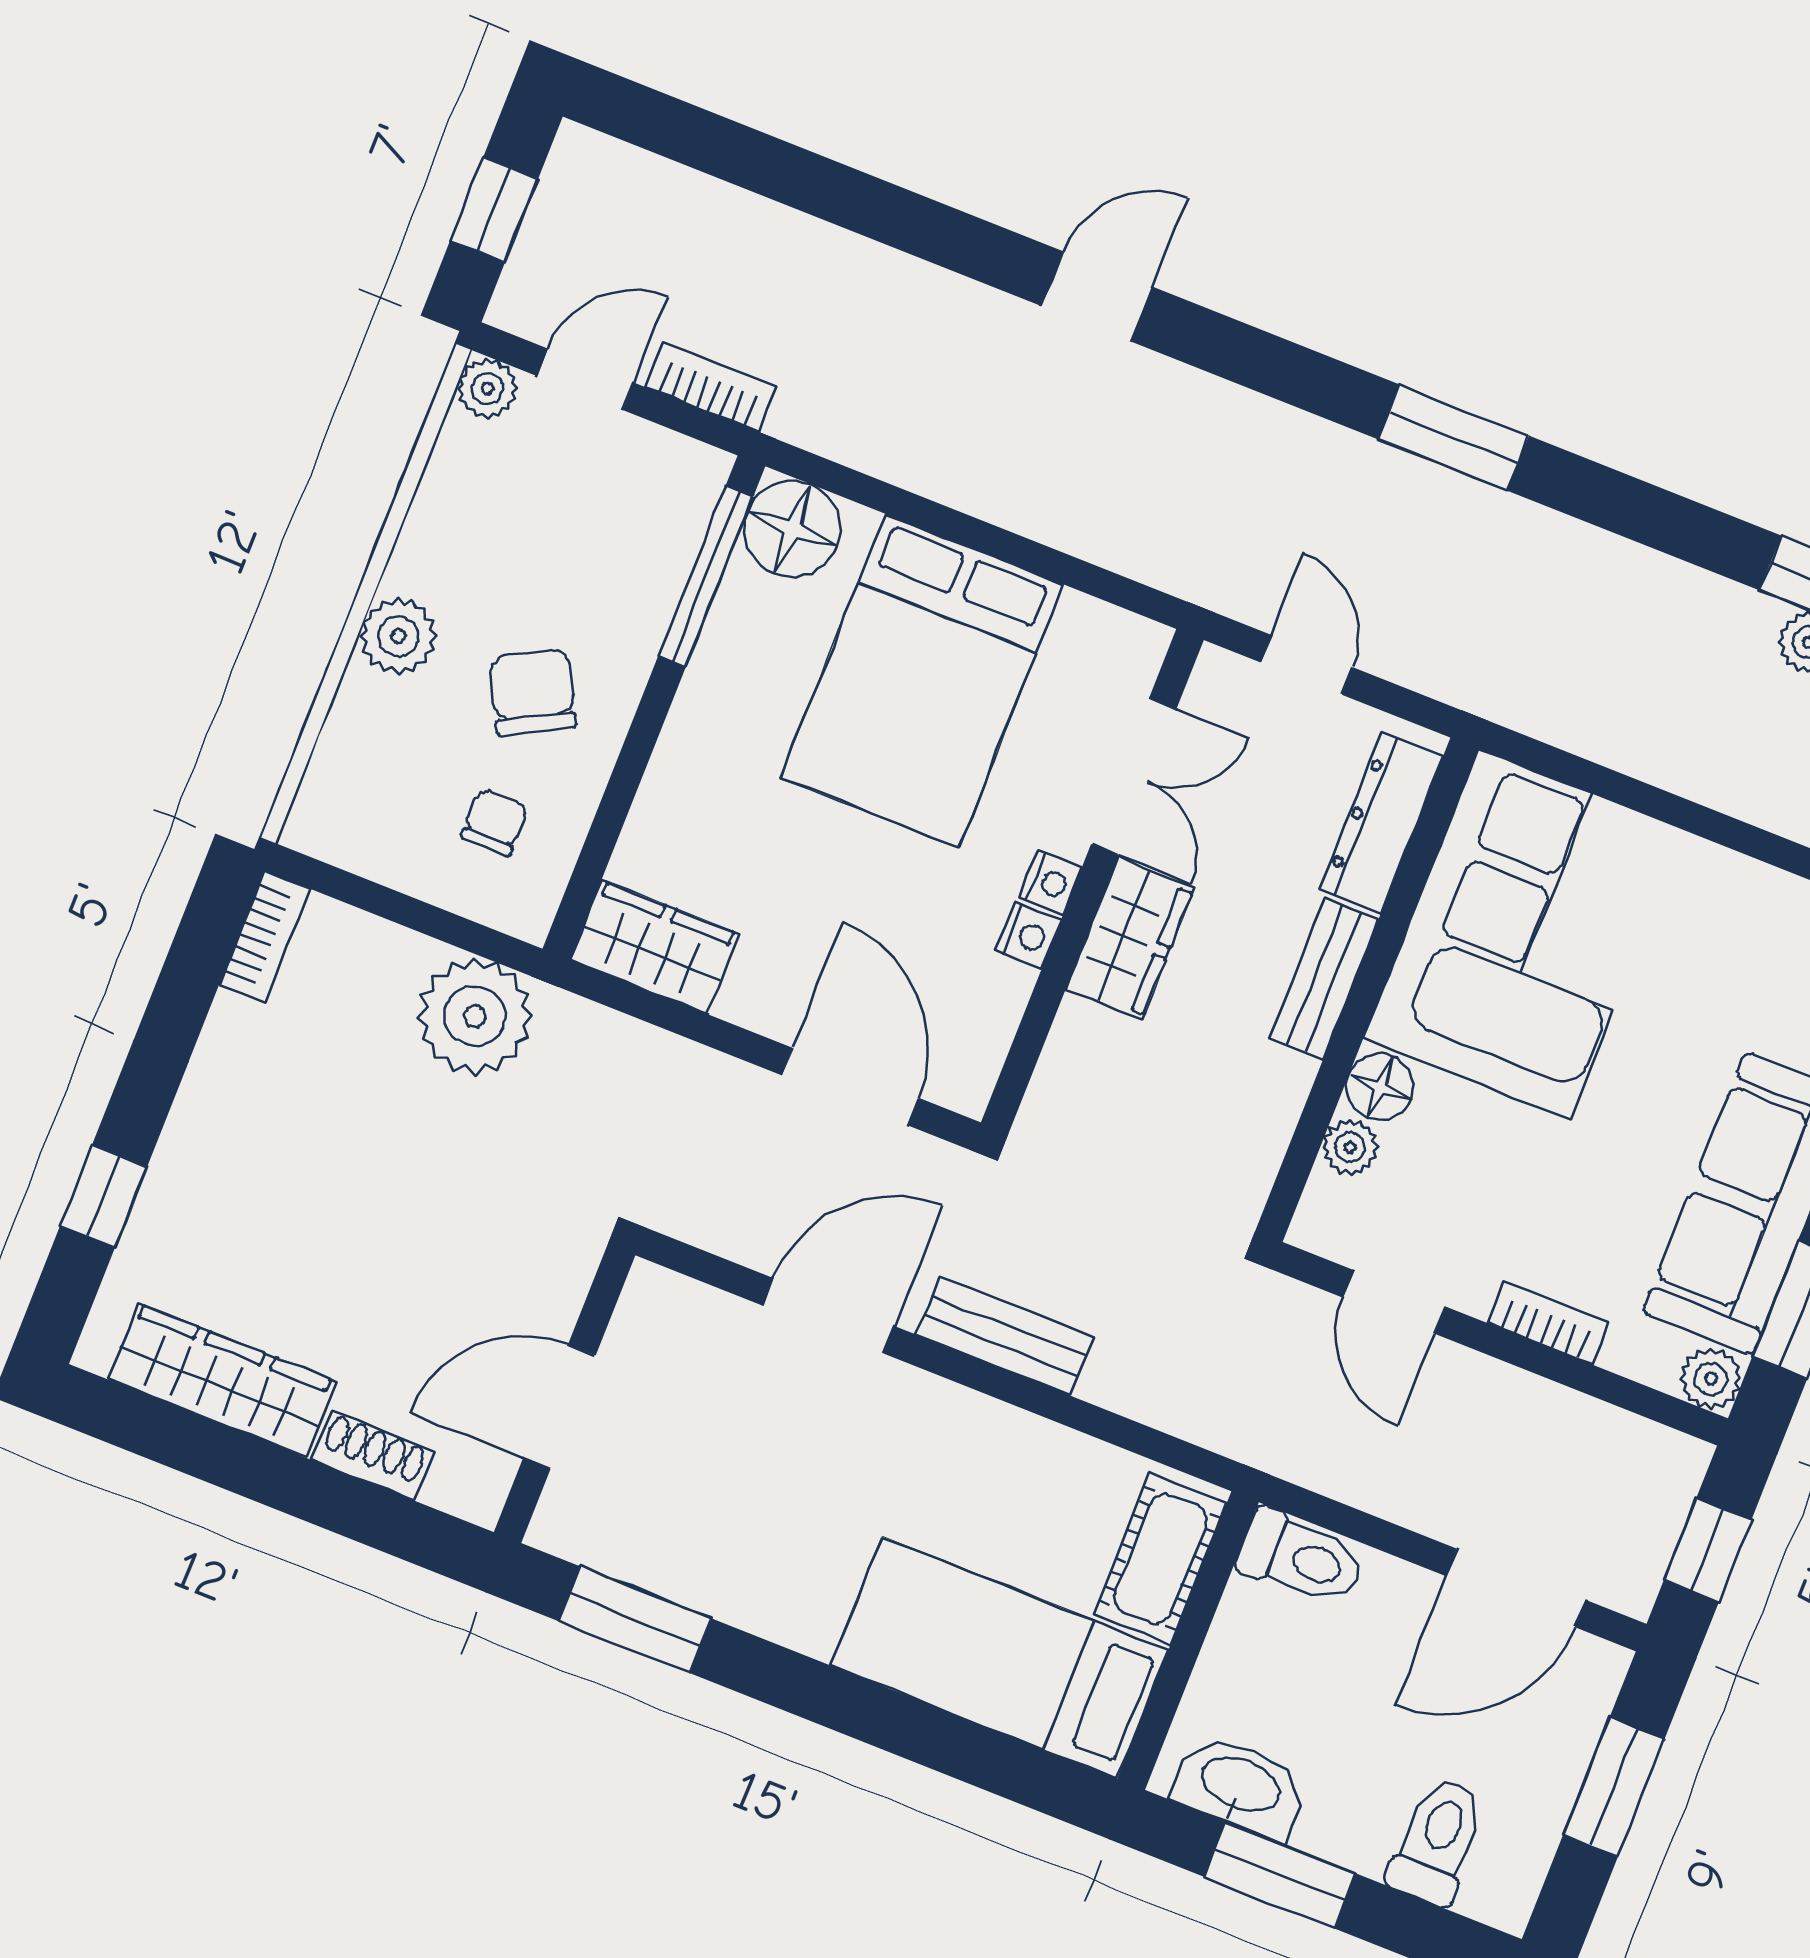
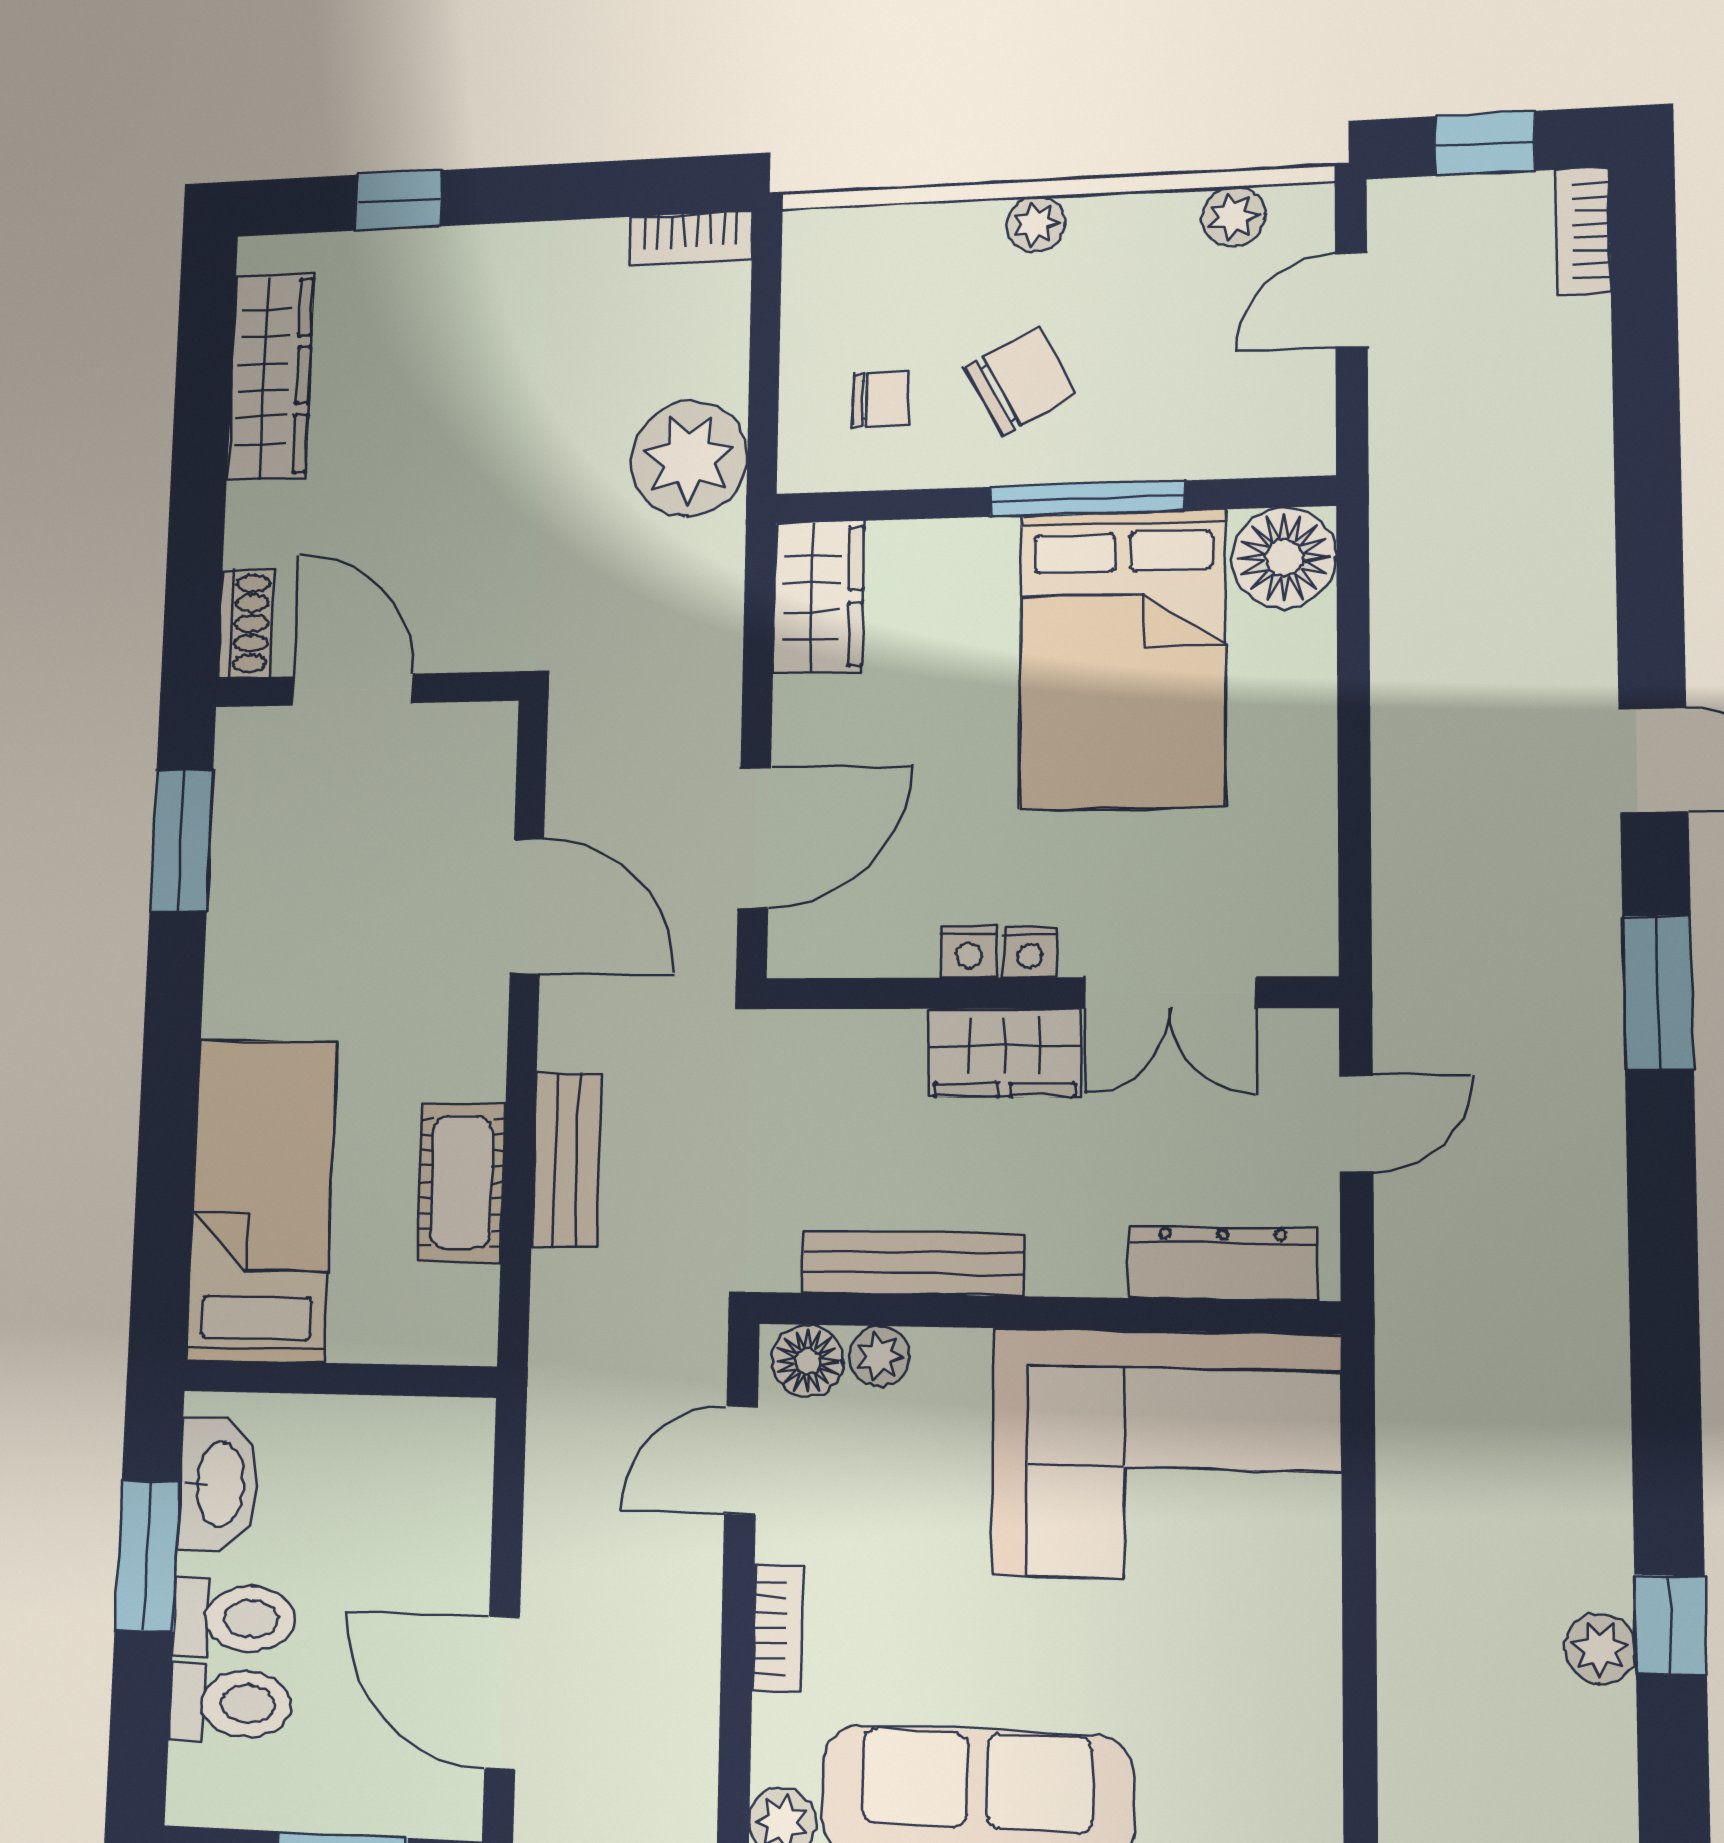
door: (586, 379) -> (1351, 300), swing flipped
bookcase: (711, 387) -> (1583, 231), moved, turned 180
plant: (487, 388) -> (1233, 216), moved
window: (1454, 438) -> (1658, 993), moved
window: (706, 576) -> (1087, 499), moved
plant: (398, 636) -> (1036, 224), width x0.73, depth x0.73
bed: (922, 681) -> (1122, 659), moved, turned -90
bench: (1324, 979) -> (912, 1263), moved, width x1.36
floor lamp: (1380, 1087) -> (808, 1361), moved
bench: (1005, 1336) -> (566, 1160), moved
shoe rack: (372, 1455) -> (245, 623), moved
toilet: (1301, 1558) -> (234, 1618), moved, turned -90
cot: (1160, 1559) -> (461, 1182), moved, turned 90

